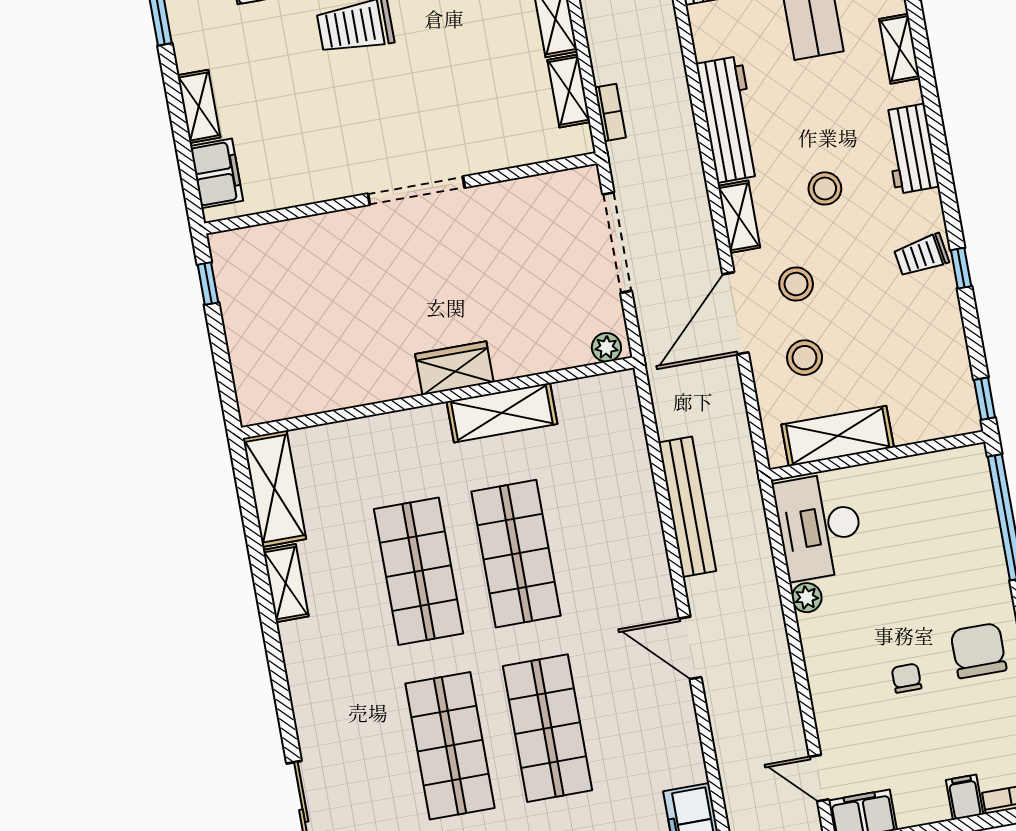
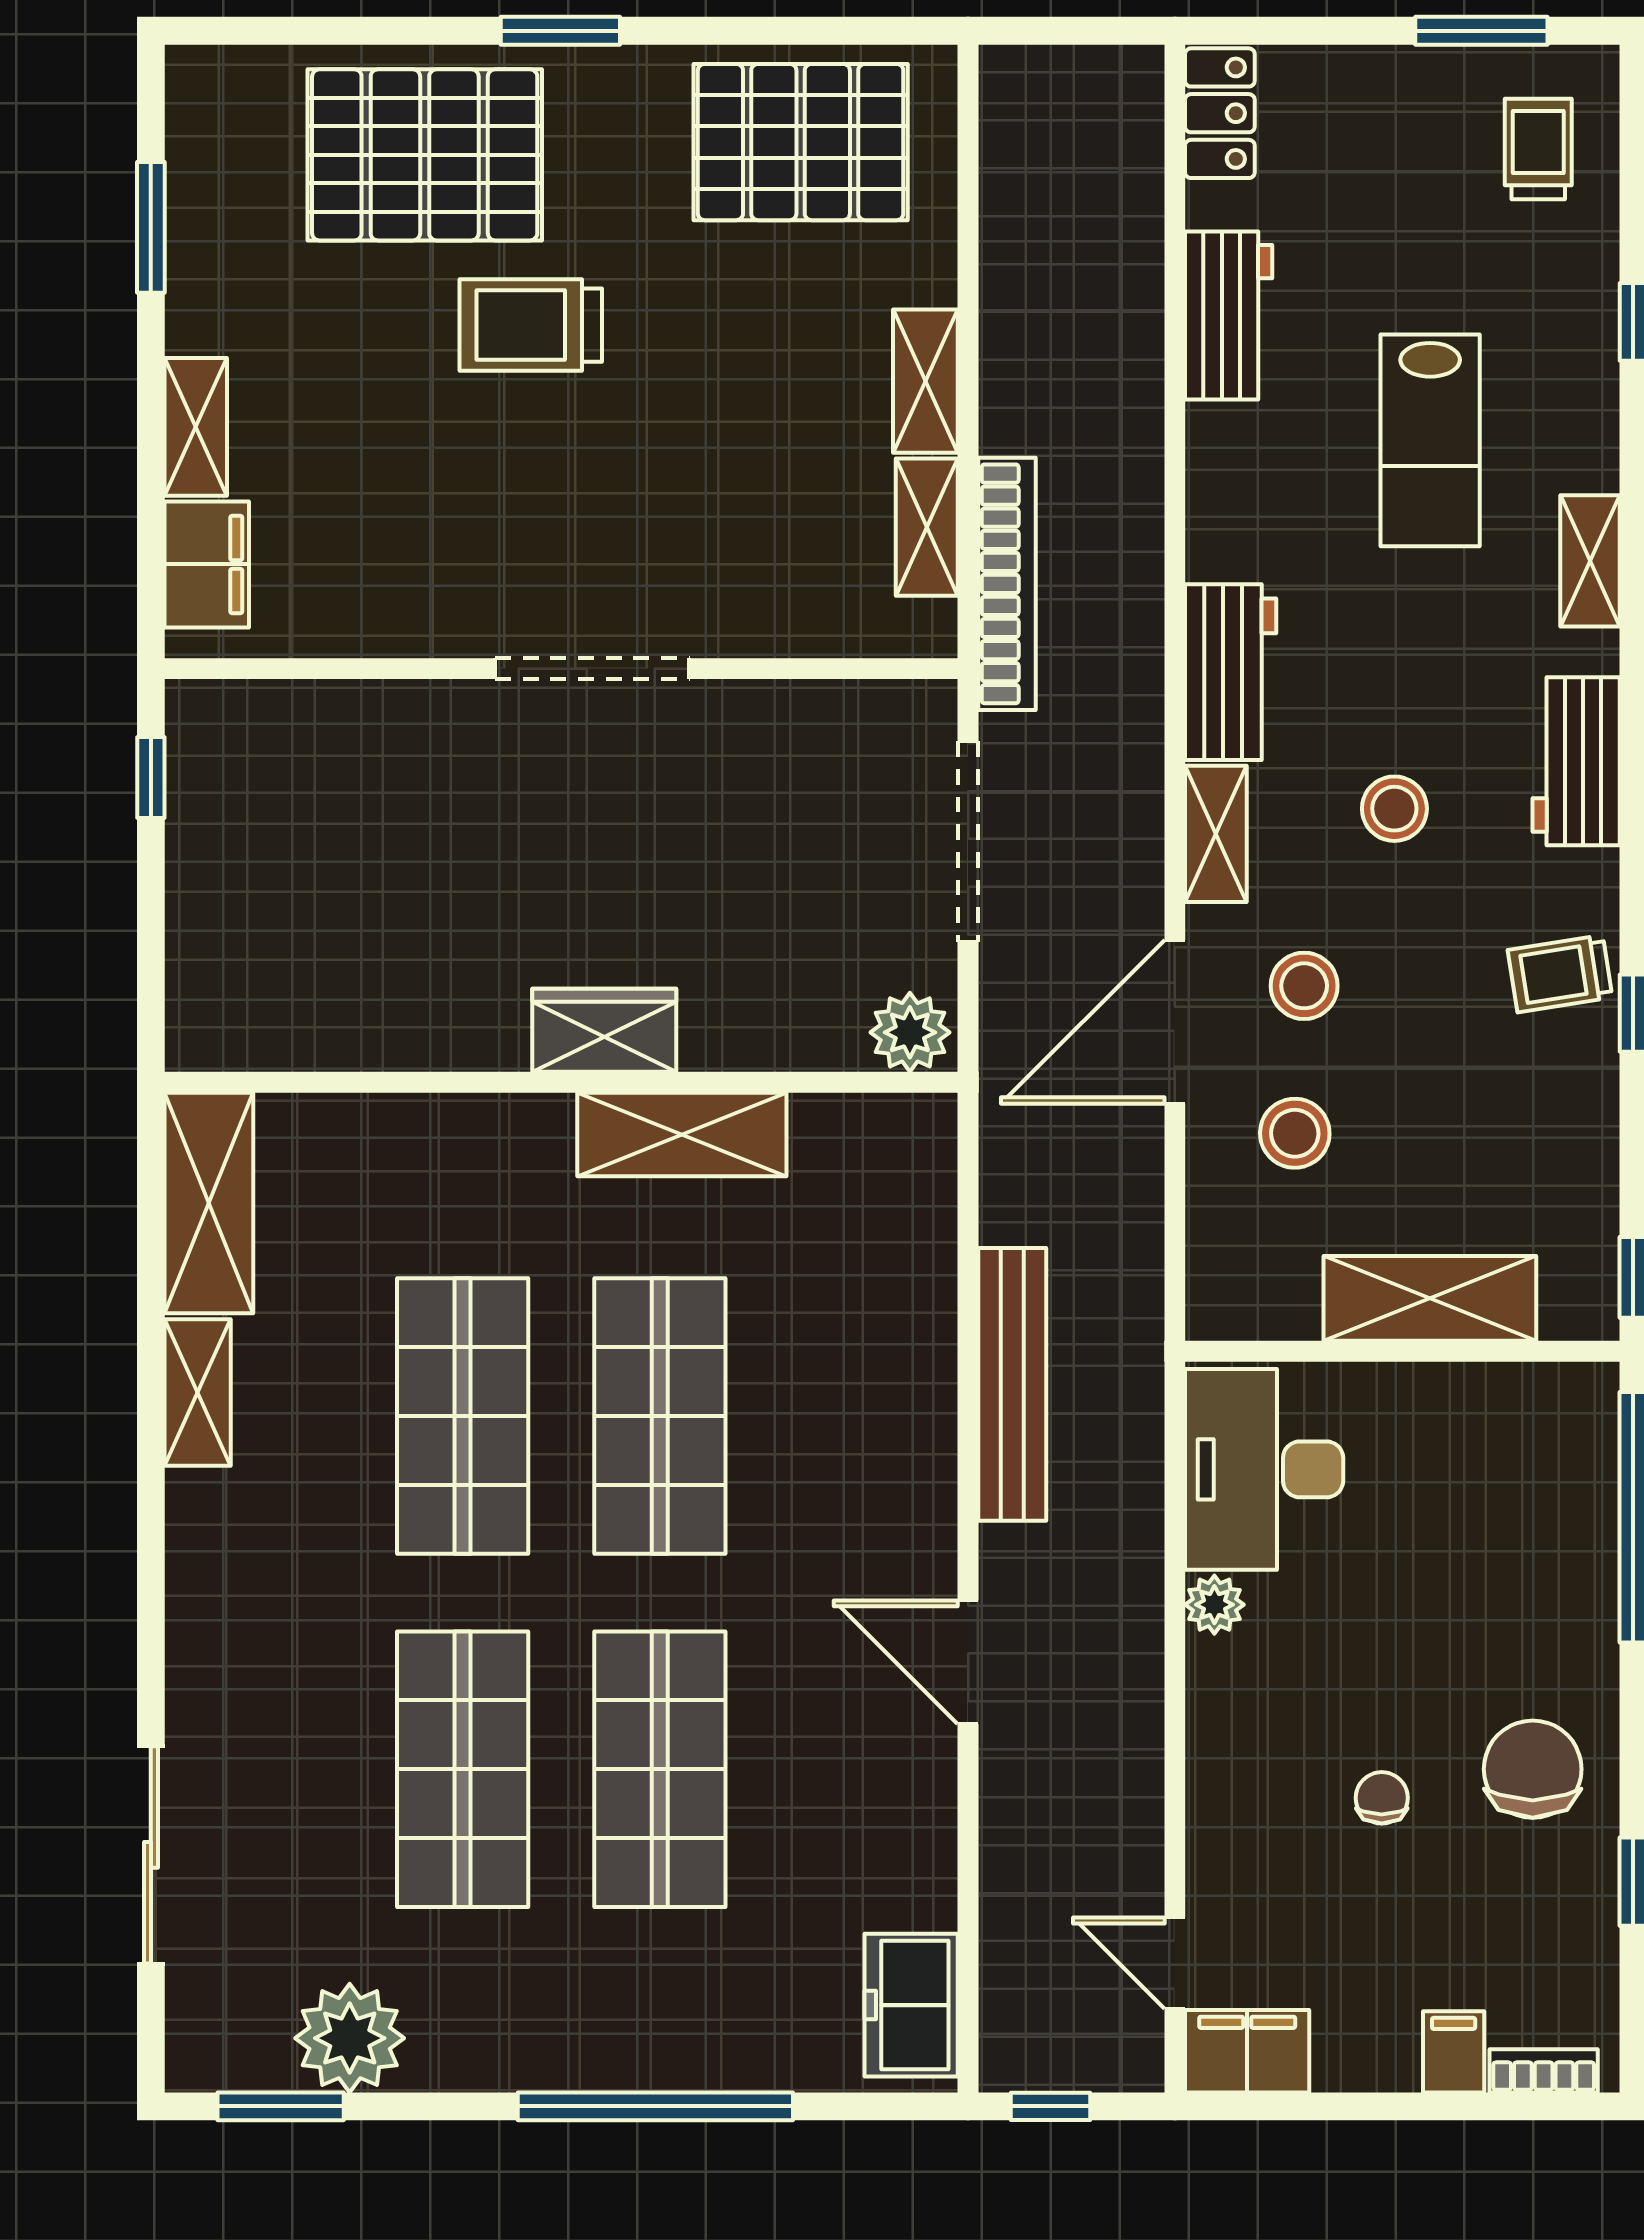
bookcase: (610, 112) -> (1007, 584), width x2.31, depth x1.31
workbench: (729, 119) -> (1231, 672), width x0.73
plant: (606, 347) -> (910, 1032), width x1.38, depth x1.38
shelving: (838, 436) -> (1430, 1298), moved

